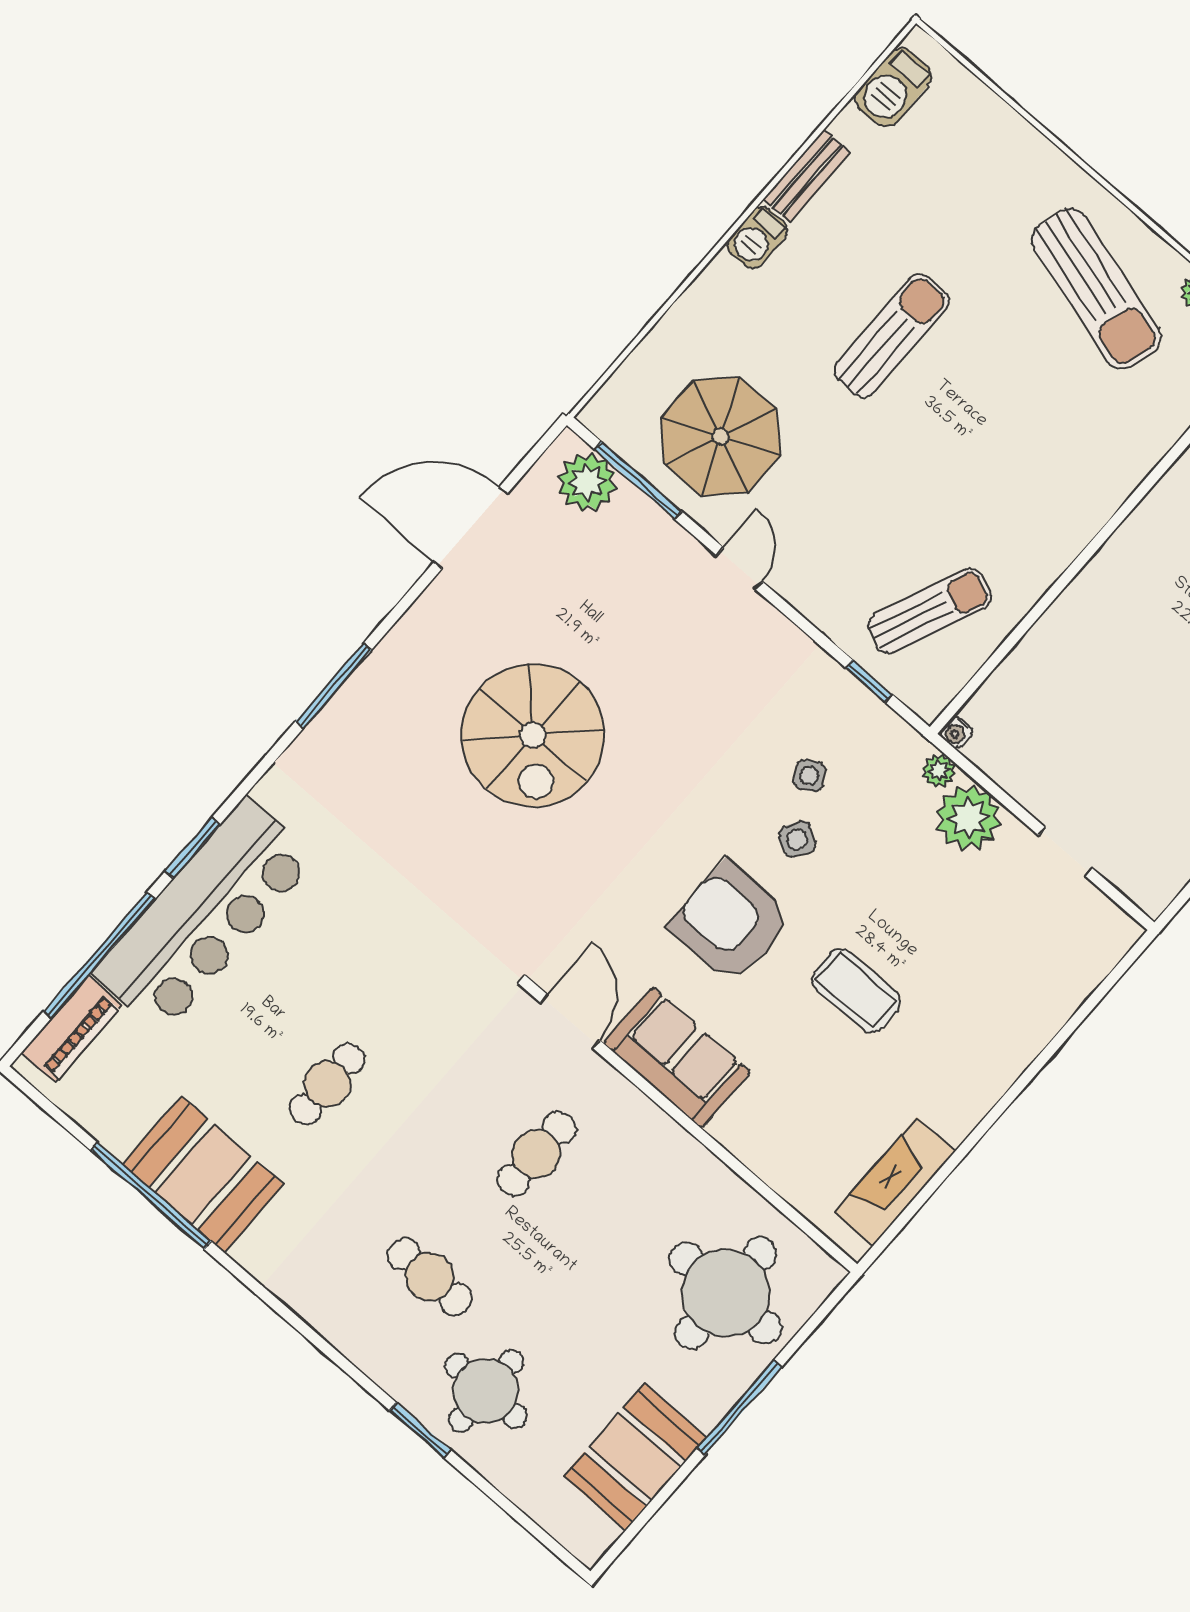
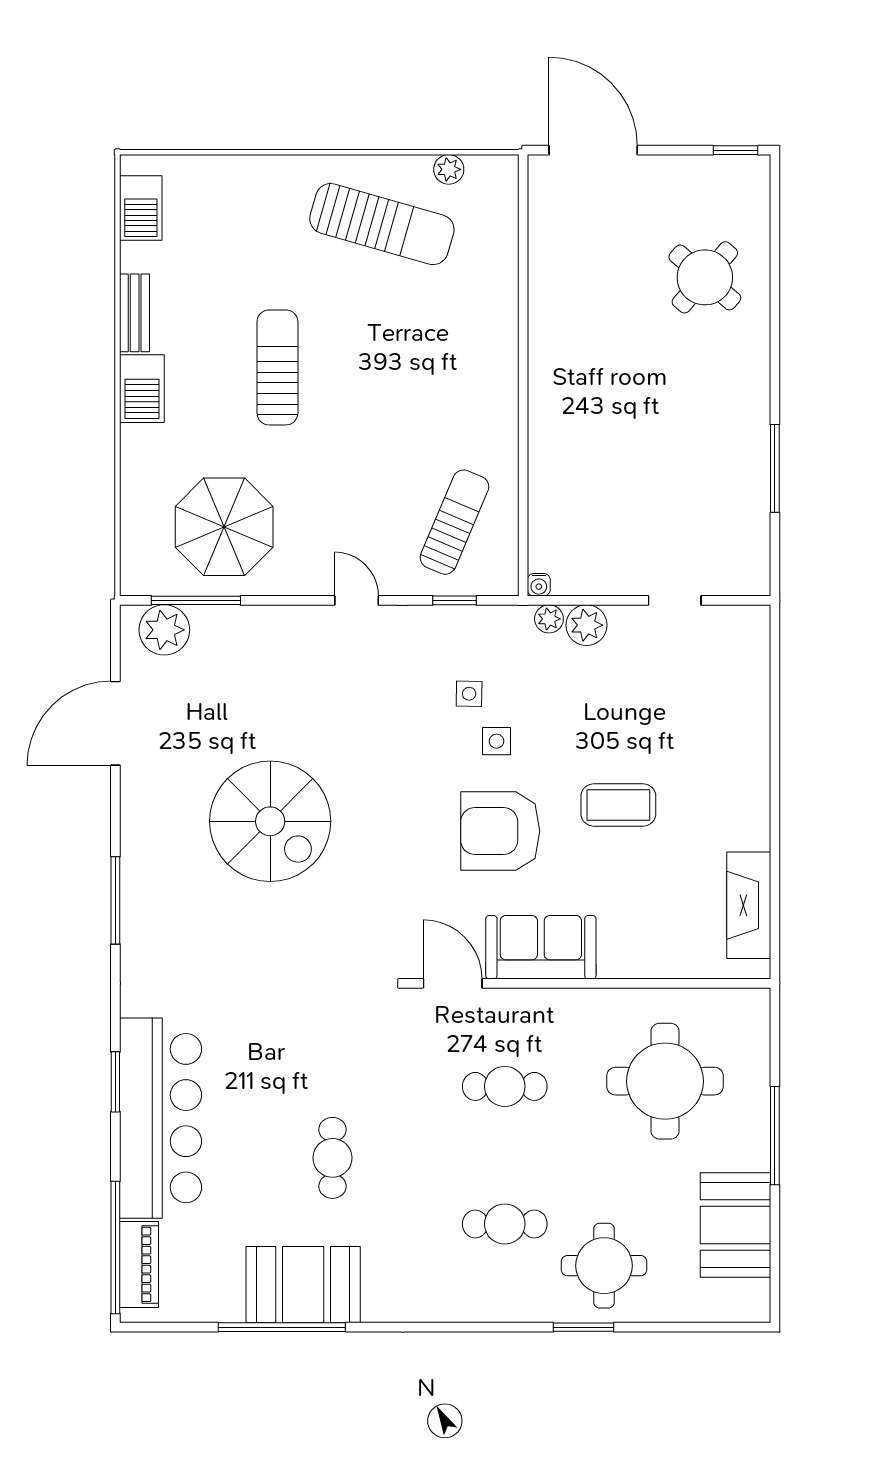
barbecue: (757, 237) -> (142, 389), width x1.38, depth x1.27
door: (739, 569) -> (357, 600), moved
side table: (809, 776) -> (469, 694), turned 33
plant: (968, 818) -> (587, 625), width x0.73, depth x0.73
side table: (797, 839) -> (497, 741), turned -32
window: (99, 955) -> (115, 1247), moved
cafe table: (537, 1154) -> (505, 1086), turned 90
round table: (726, 1293) -> (665, 1081), moved

